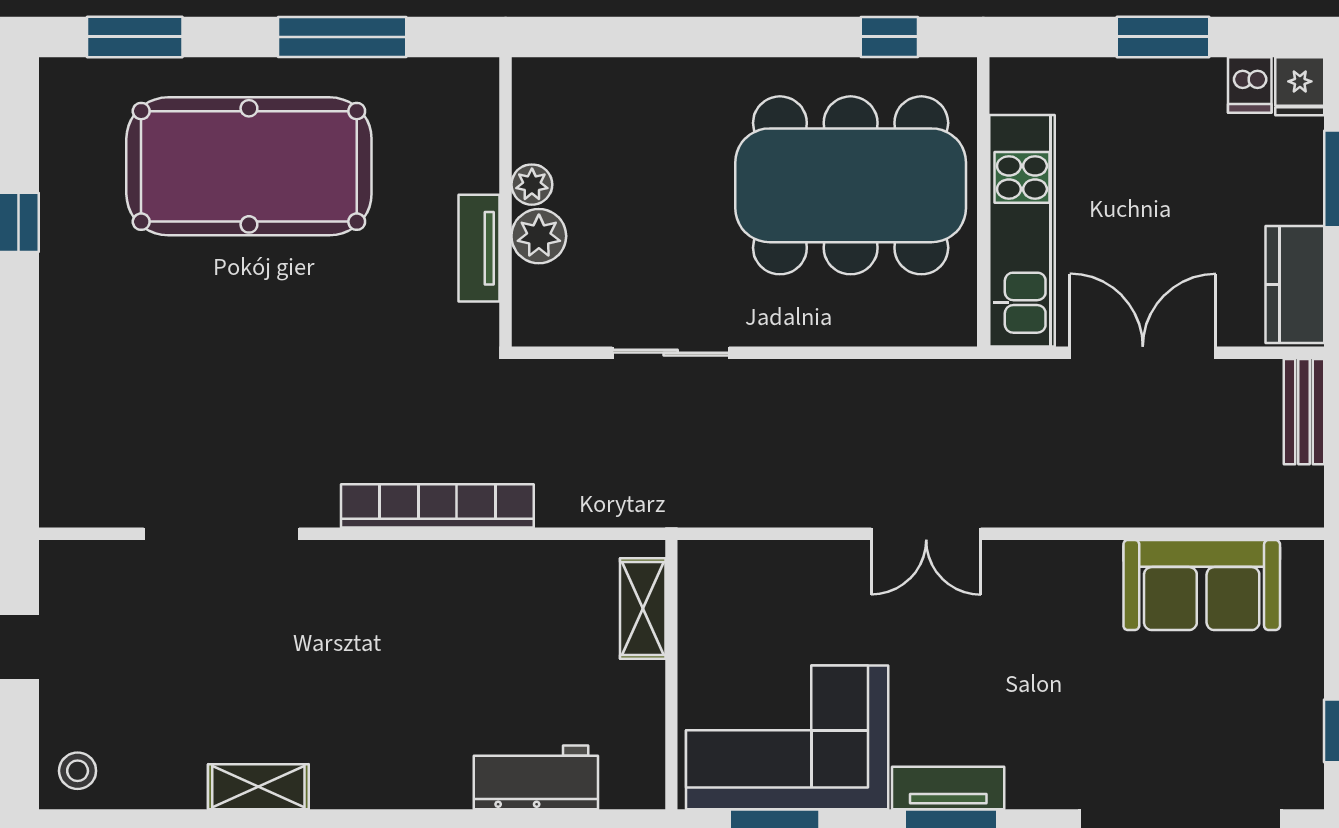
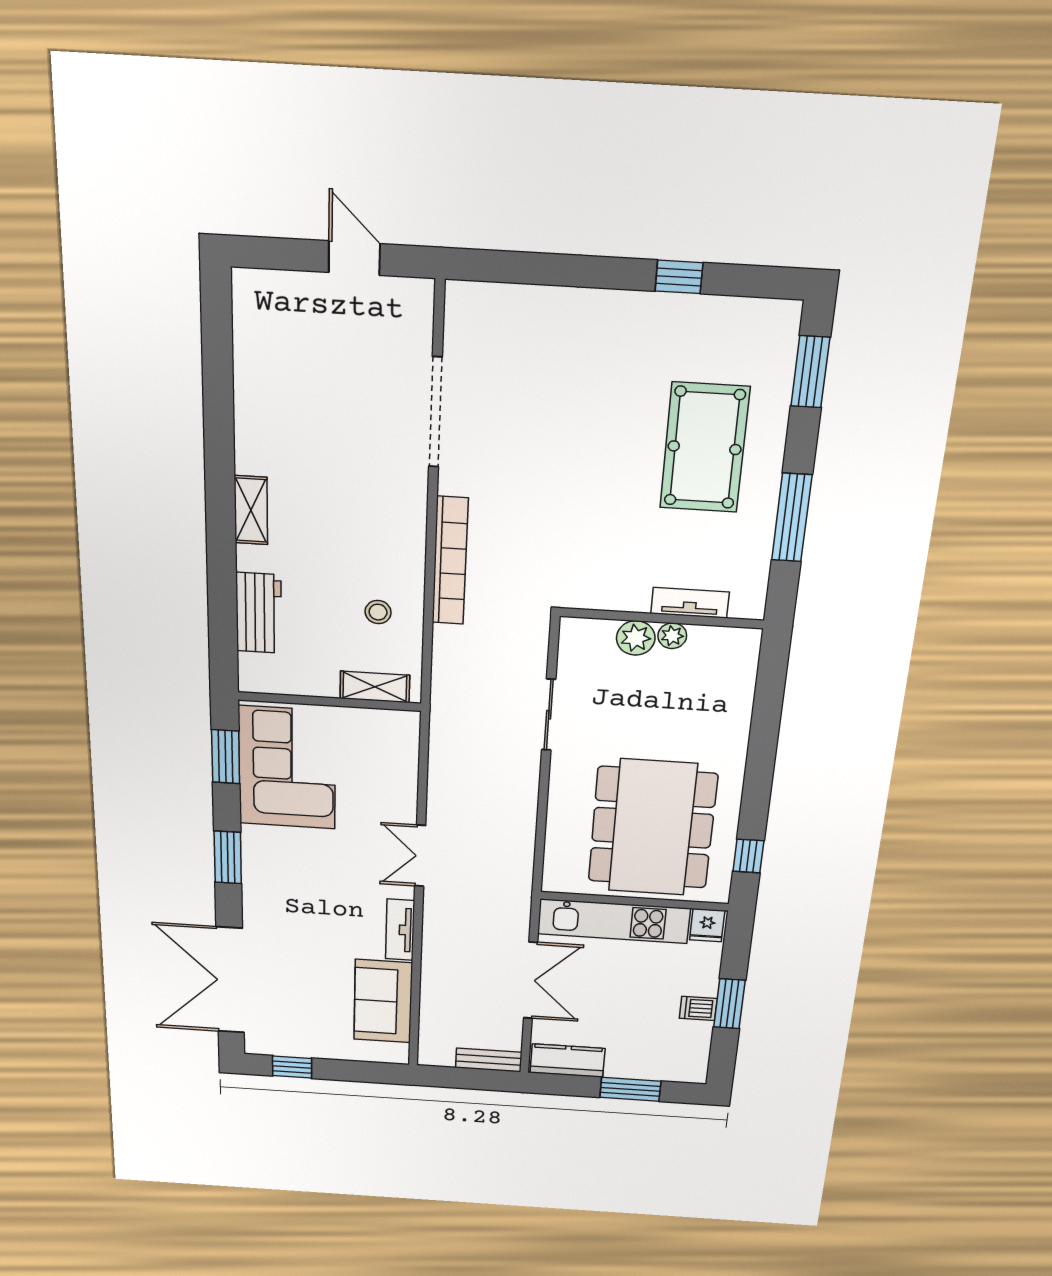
dishwasher: (1250, 85) -> (698, 1008), moved
fridge: (1300, 86) -> (707, 925), moved, turned -90
pool table: (249, 166) -> (705, 448), width x0.73, depth x0.76
tv unit: (479, 248) -> (690, 603), moved
stool: (78, 771) -> (378, 612), moved
shelving: (258, 787) -> (251, 510), moved
tv unit: (948, 788) -> (400, 930), moved, turned 180

